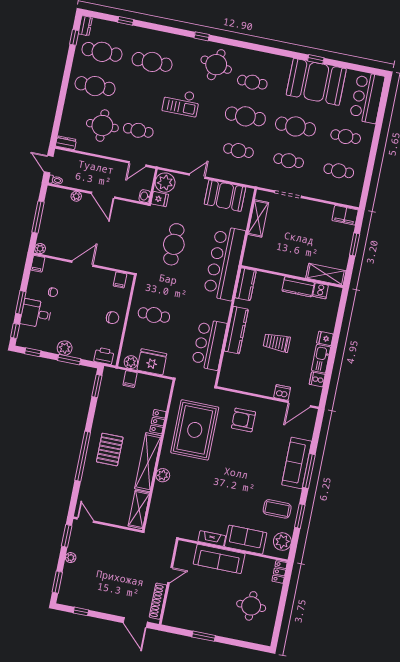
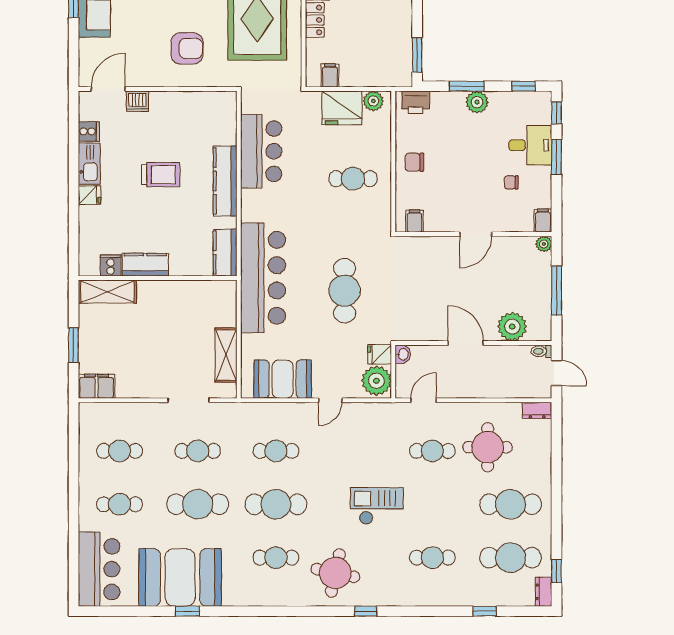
cafe table: (152, 62) -> (432, 558), width x0.73, depth x0.74
plant: (76, 196) -> (512, 327), width x1.87, depth x1.87
filing cabinet: (130, 379) -> (330, 75), moved

